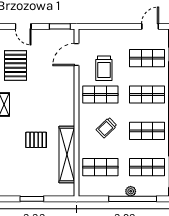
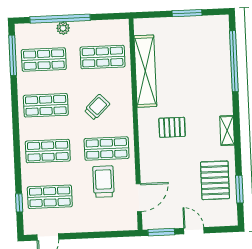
door: (23, 26) -> (194, 231), moved
pallet: (36, 140) -> (172, 127), moved

